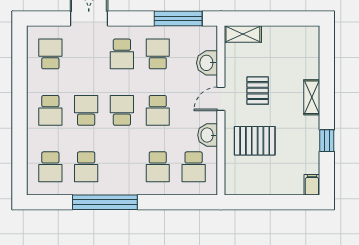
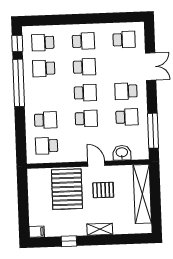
shelving: (243, 34) -> (142, 194), width x2.20, depth x1.33
school desk: (50, 110) -> (83, 41), turned 180
school desk: (158, 110) -> (86, 118), turned 180
washbasin: (208, 135) -> (70, 155), removed
pallet: (255, 141) -> (67, 189), width x1.37, depth x1.41
school desk: (158, 167) -> (46, 120), turned 180
window: (50, 202) -> (17, 44), added

